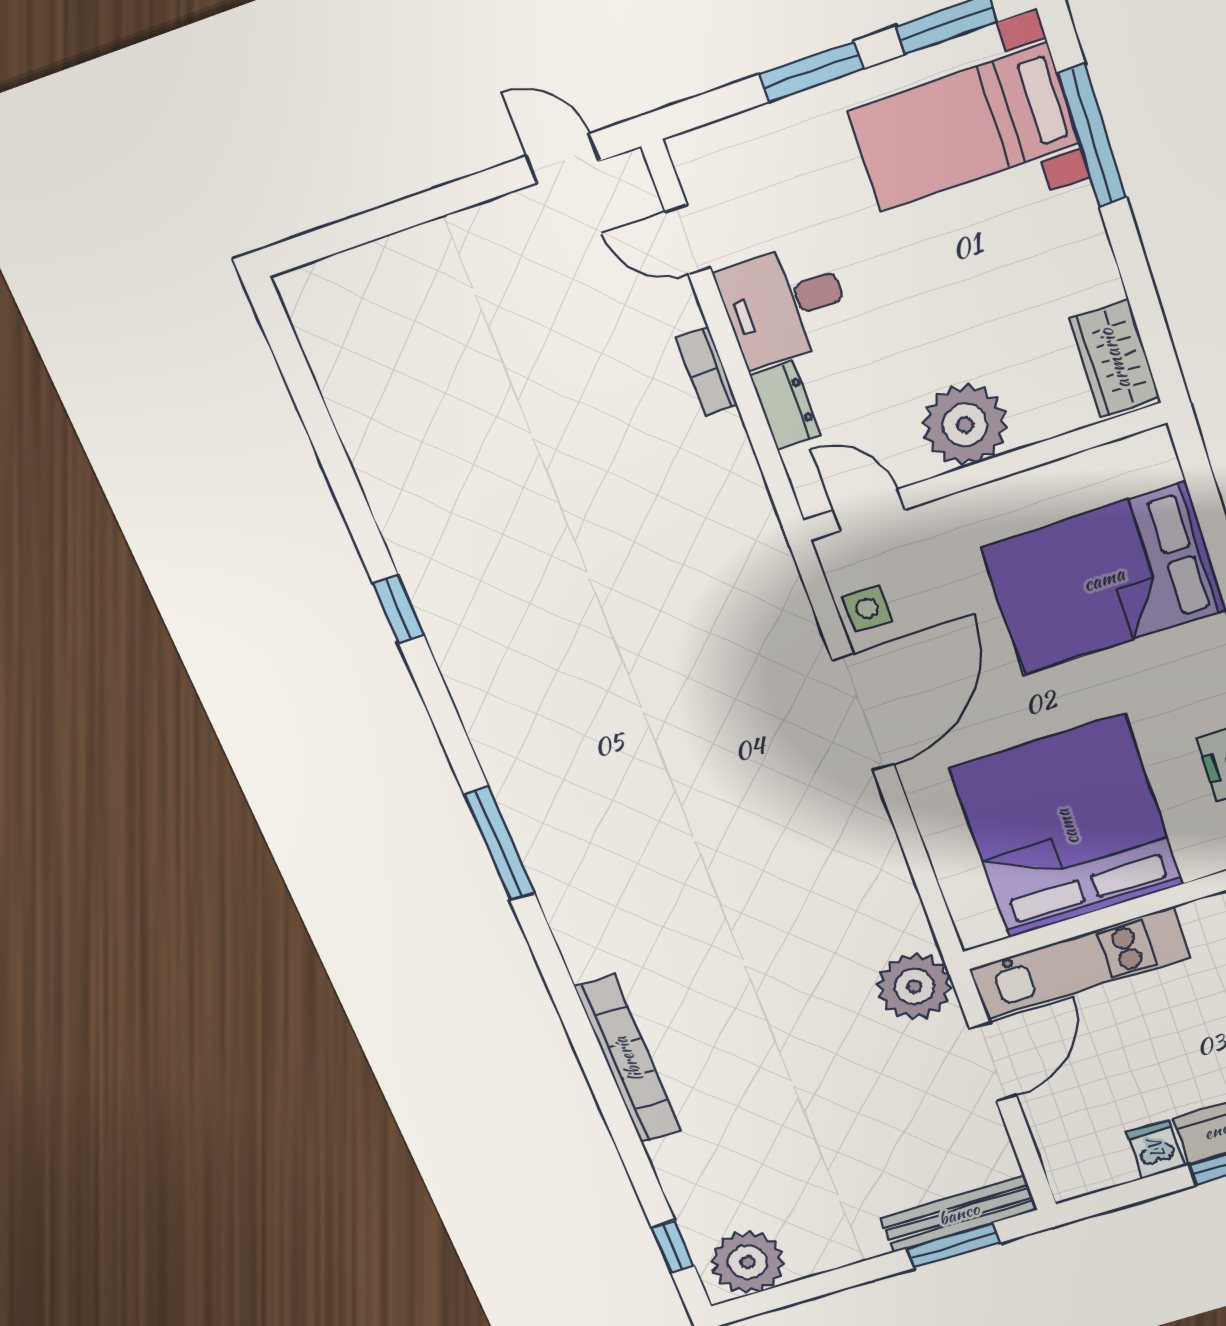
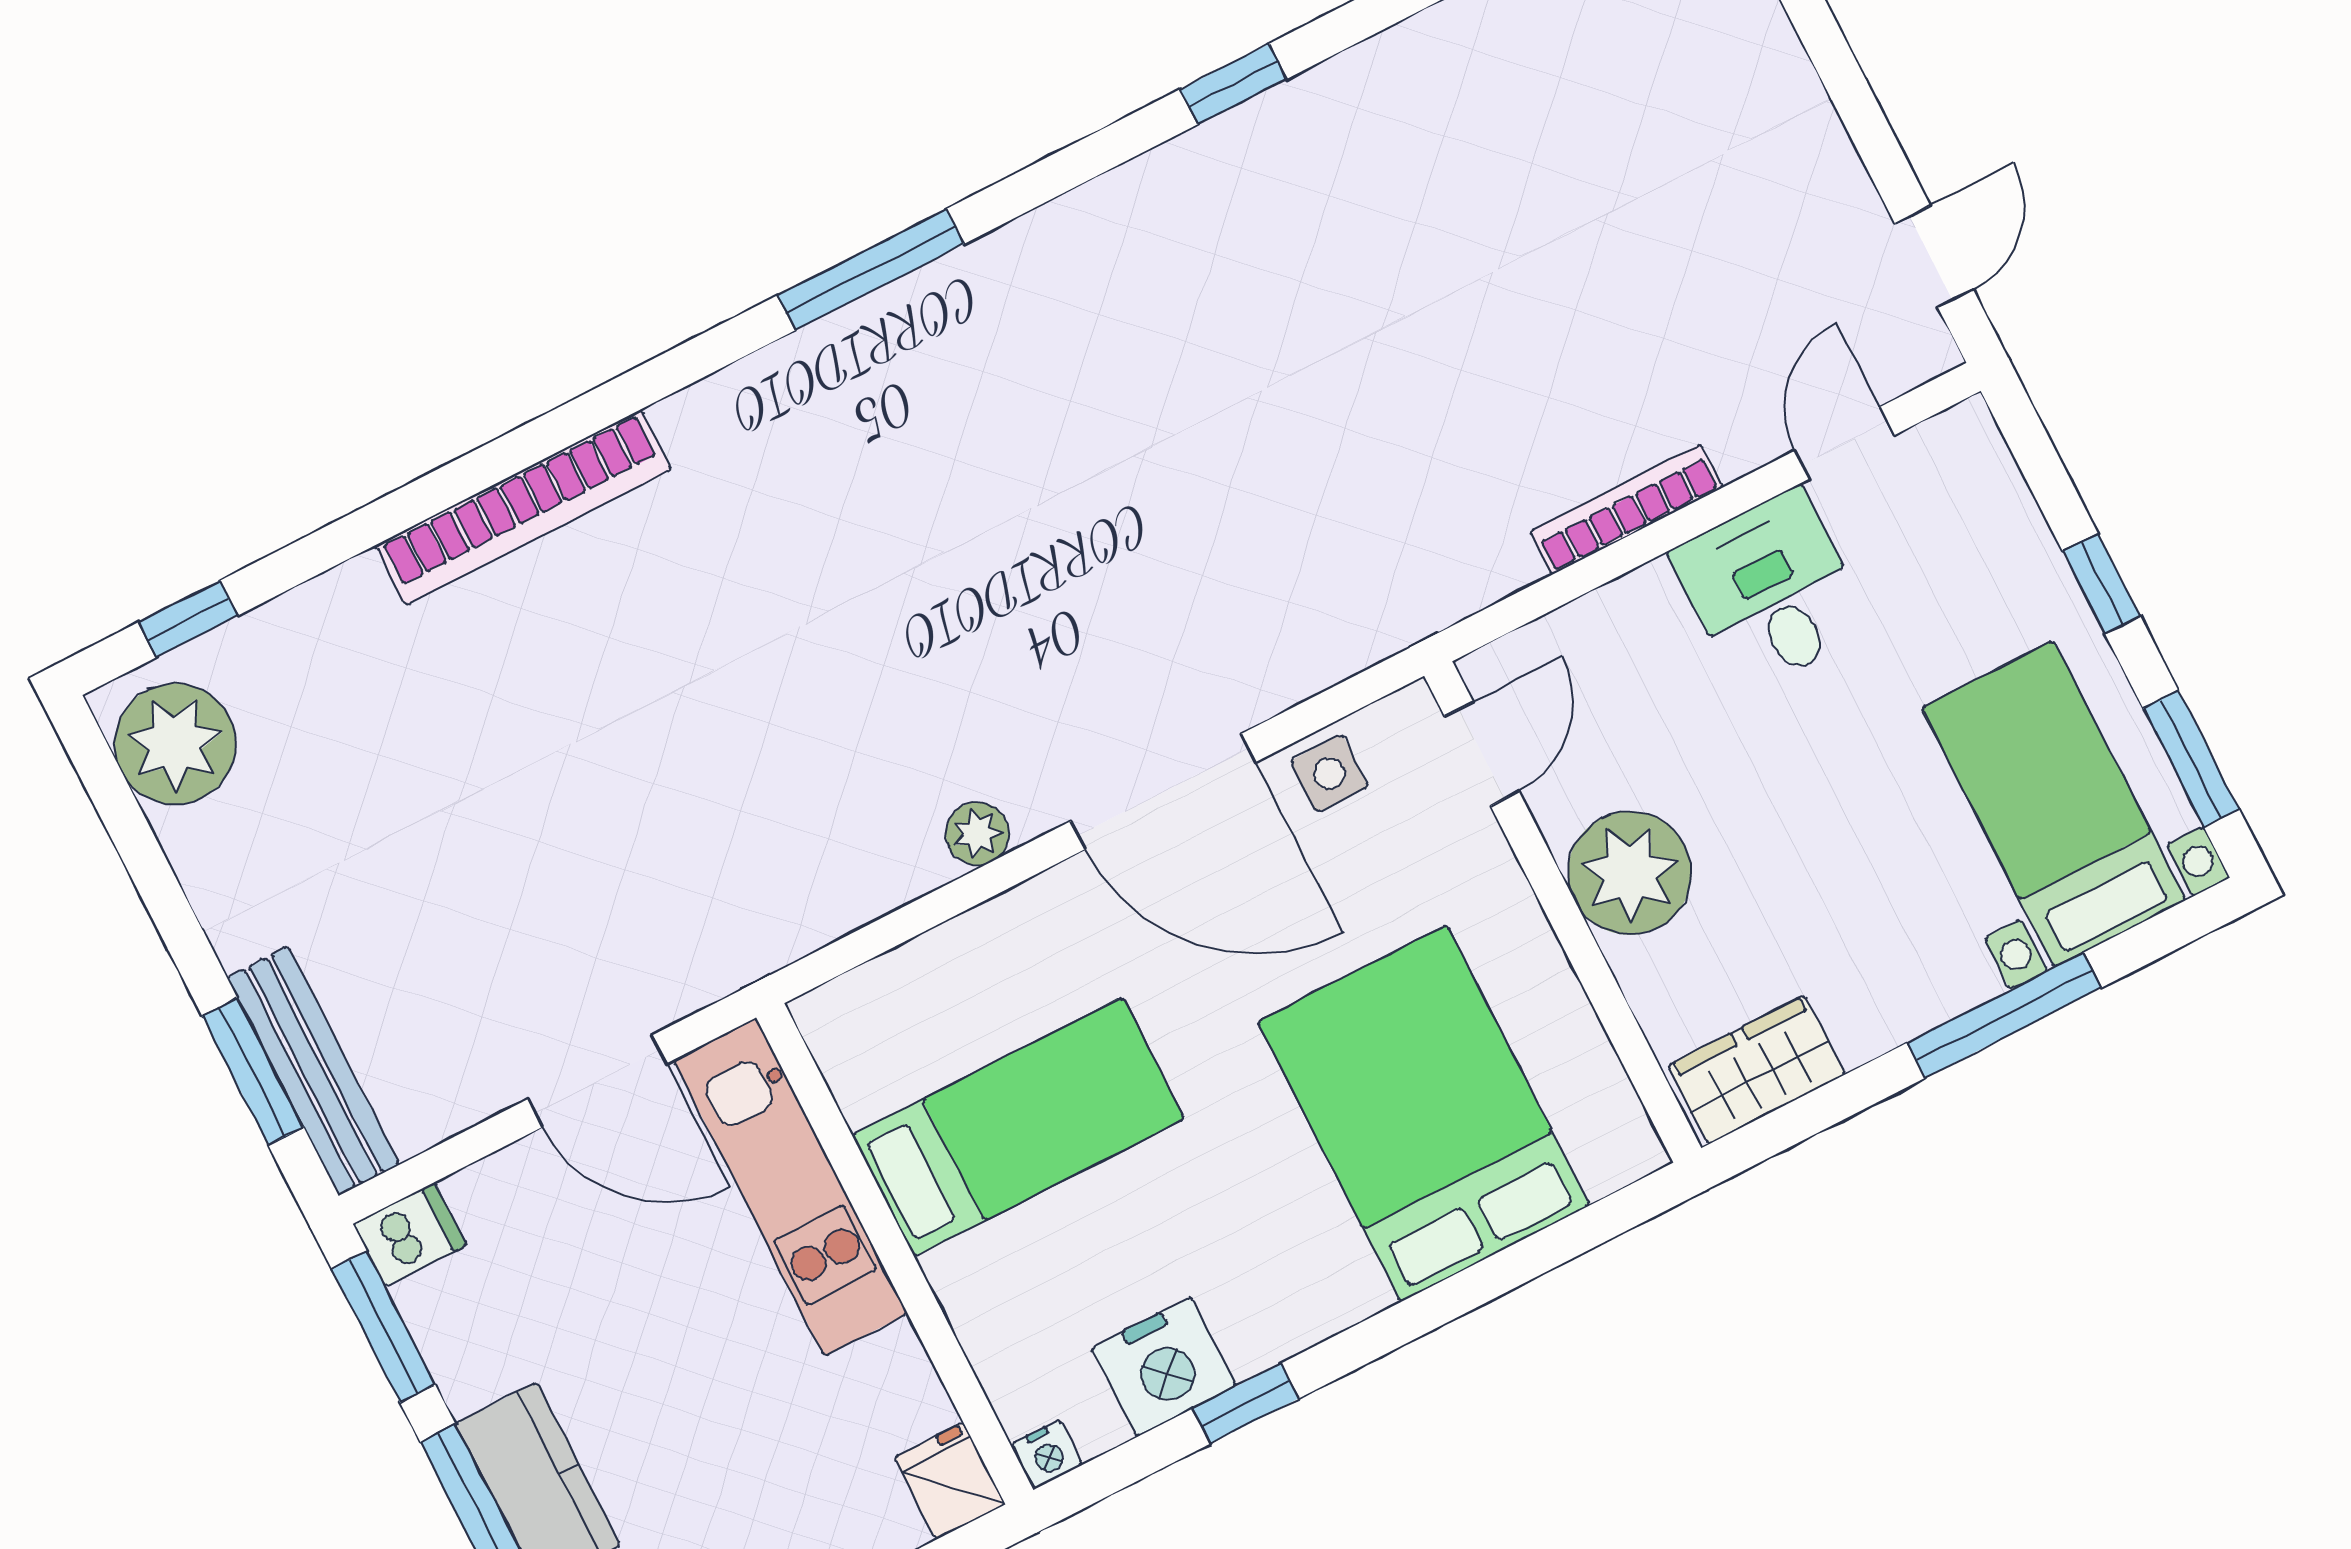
window: (811, 71) -> (2102, 584), width x0.67
window: (1092, 136) -> (2004, 1015), moved
bookcase: (707, 371) -> (1626, 509), width x1.56
dresser: (785, 405) -> (1622, 612), removed
bed: (1067, 827) -> (1018, 1127), width x0.49
plant: (914, 986) -> (977, 834), moved, width x0.53, depth x0.53
dishwasher: (1156, 1149) -> (410, 1235), moved
window: (1122, 1196) -> (384, 1327), added

